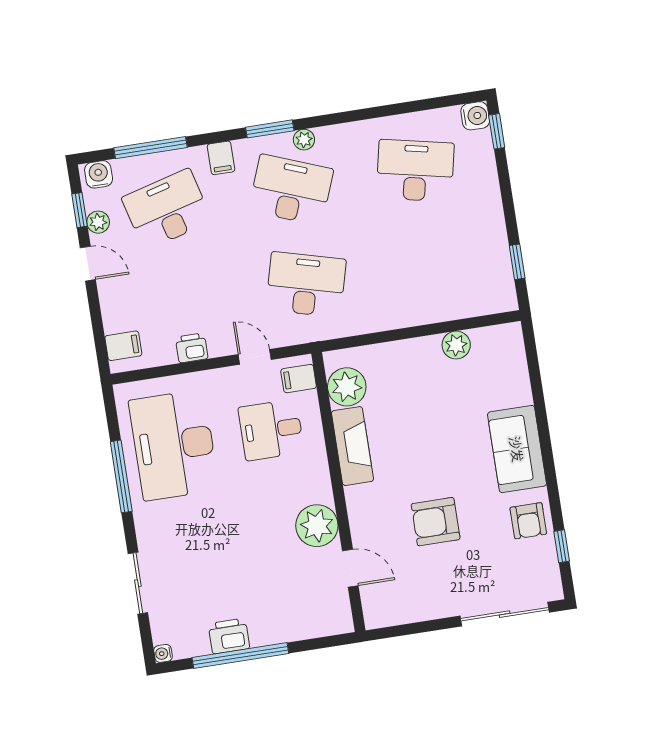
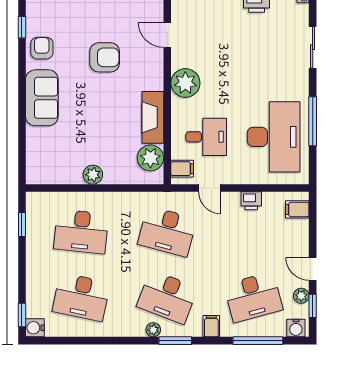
desk: (430, 265) -> (81, 232), added
plant: (456, 345) -> (93, 175), moved
plant: (317, 526) -> (185, 83), moved

